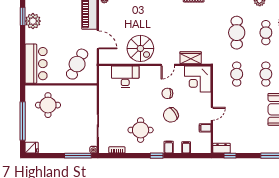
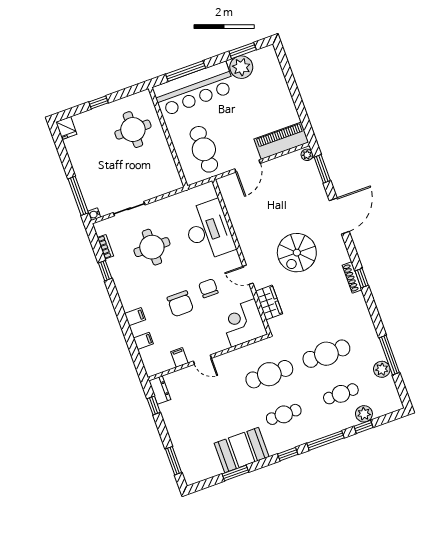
spiral stairs: (140, 48) -> (297, 253), moved
window: (23, 58) -> (186, 71), added
bar counter: (36, 64) -> (194, 89), width x1.36
cafe table: (77, 64) -> (204, 149), turned 63
cafe table: (237, 74) -> (269, 374), width x1.37, depth x1.35
desk: (125, 77) -> (208, 230), width x1.36, depth x1.30
chair: (171, 115) -> (180, 304), turned -147
window: (23, 121) -> (99, 102), width x0.32
round table: (141, 130) -> (152, 247), moved
window: (157, 156) -> (105, 271), moved

